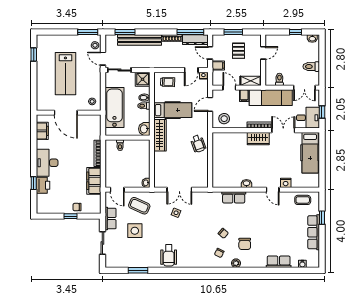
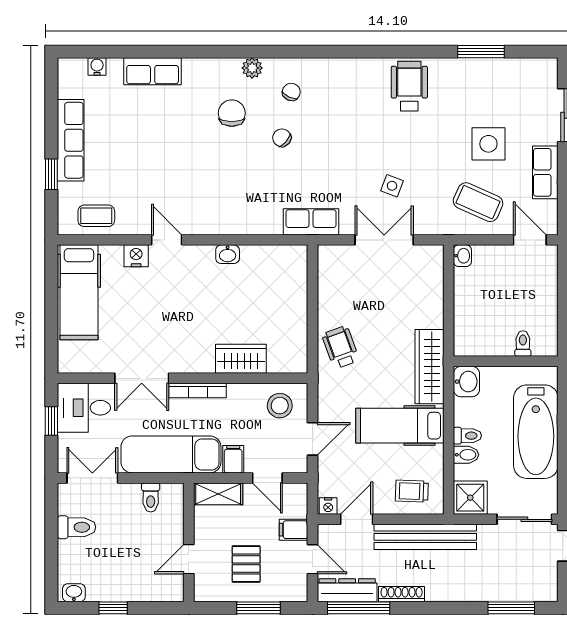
bench: (140, 40) -> (425, 537), moved
wardrobe: (258, 139) -> (241, 359), moved
hospital bed: (310, 153) -> (79, 292), moved, turned 180
row of seats: (234, 197) -> (311, 222), moved

